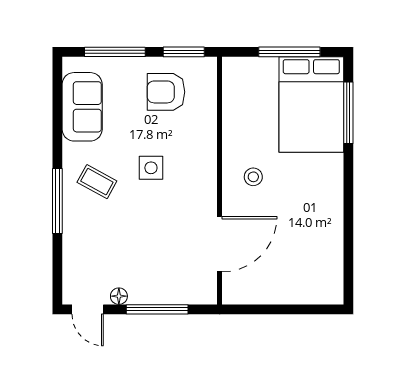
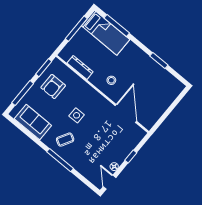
bed: (311, 104) -> (106, 33), width x0.67
dresser: (232, 110) -> (80, 67), added
window: (348, 227) -> (159, 60), added
door: (88, 309) -> (109, 182), swing flipped
window: (157, 309) -> (131, 157), width x0.46

